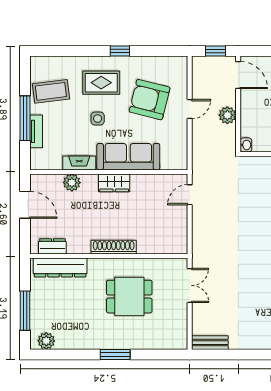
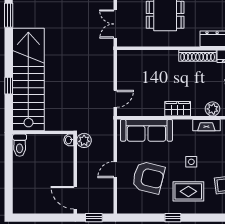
plant: (227, 115) -> (84, 140), moved
sofa: (128, 157) -> (146, 130), moved
shoe rack: (114, 247) -> (198, 56), moved

